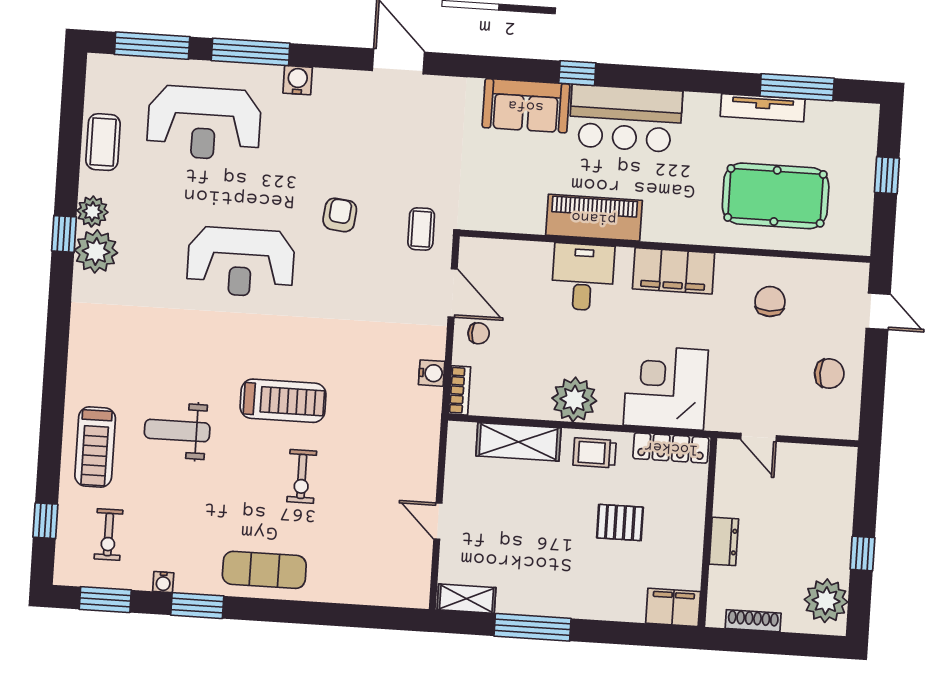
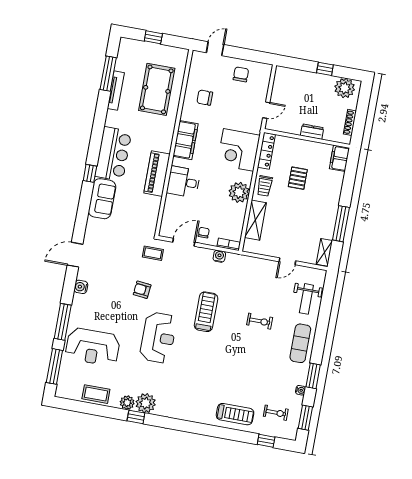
water cooler: (298, 80) -> (81, 287), moved
reception desk: (204, 123) -> (93, 347), turned 90
treadmill: (283, 401) -> (206, 312), moved
weight bench: (177, 431) -> (306, 299), moved

